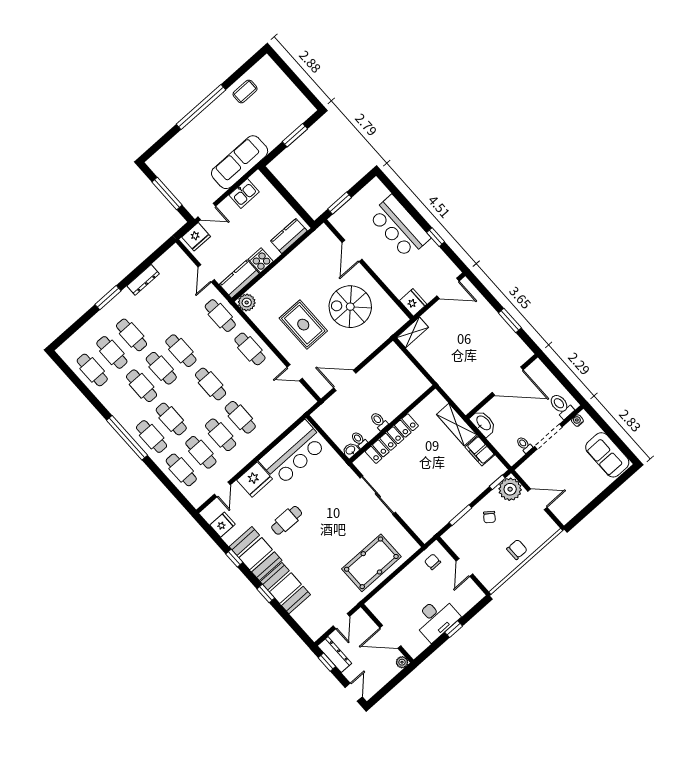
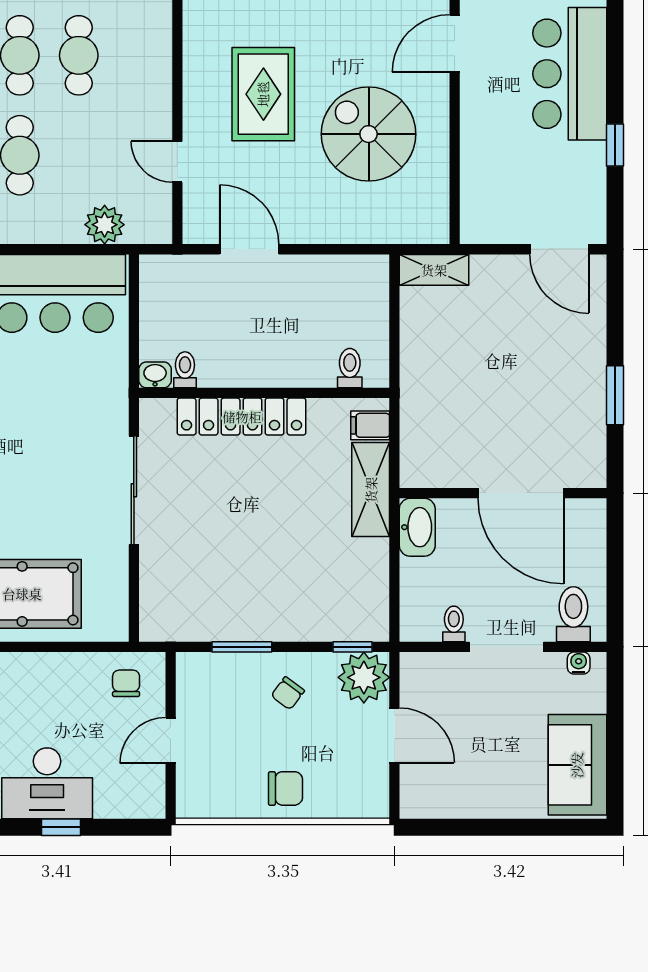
fridge: (413, 302) -> (480, 221), removed
cafe table: (250, 349) -> (79, 55), moved
plant: (289, 415) -> (105, 225), added
toilet: (379, 421) -> (350, 368), moved
filing cabinet: (480, 451) -> (370, 425), moved, width x0.50

